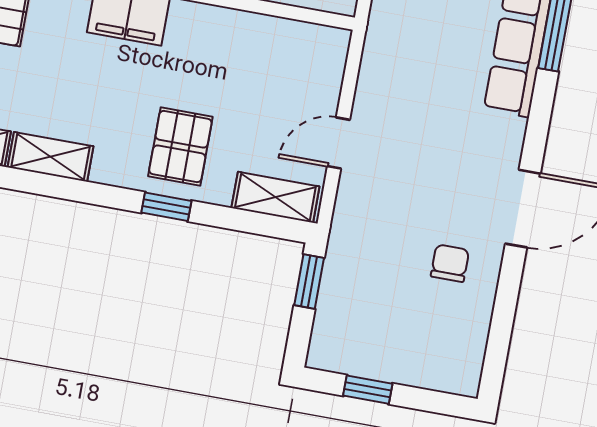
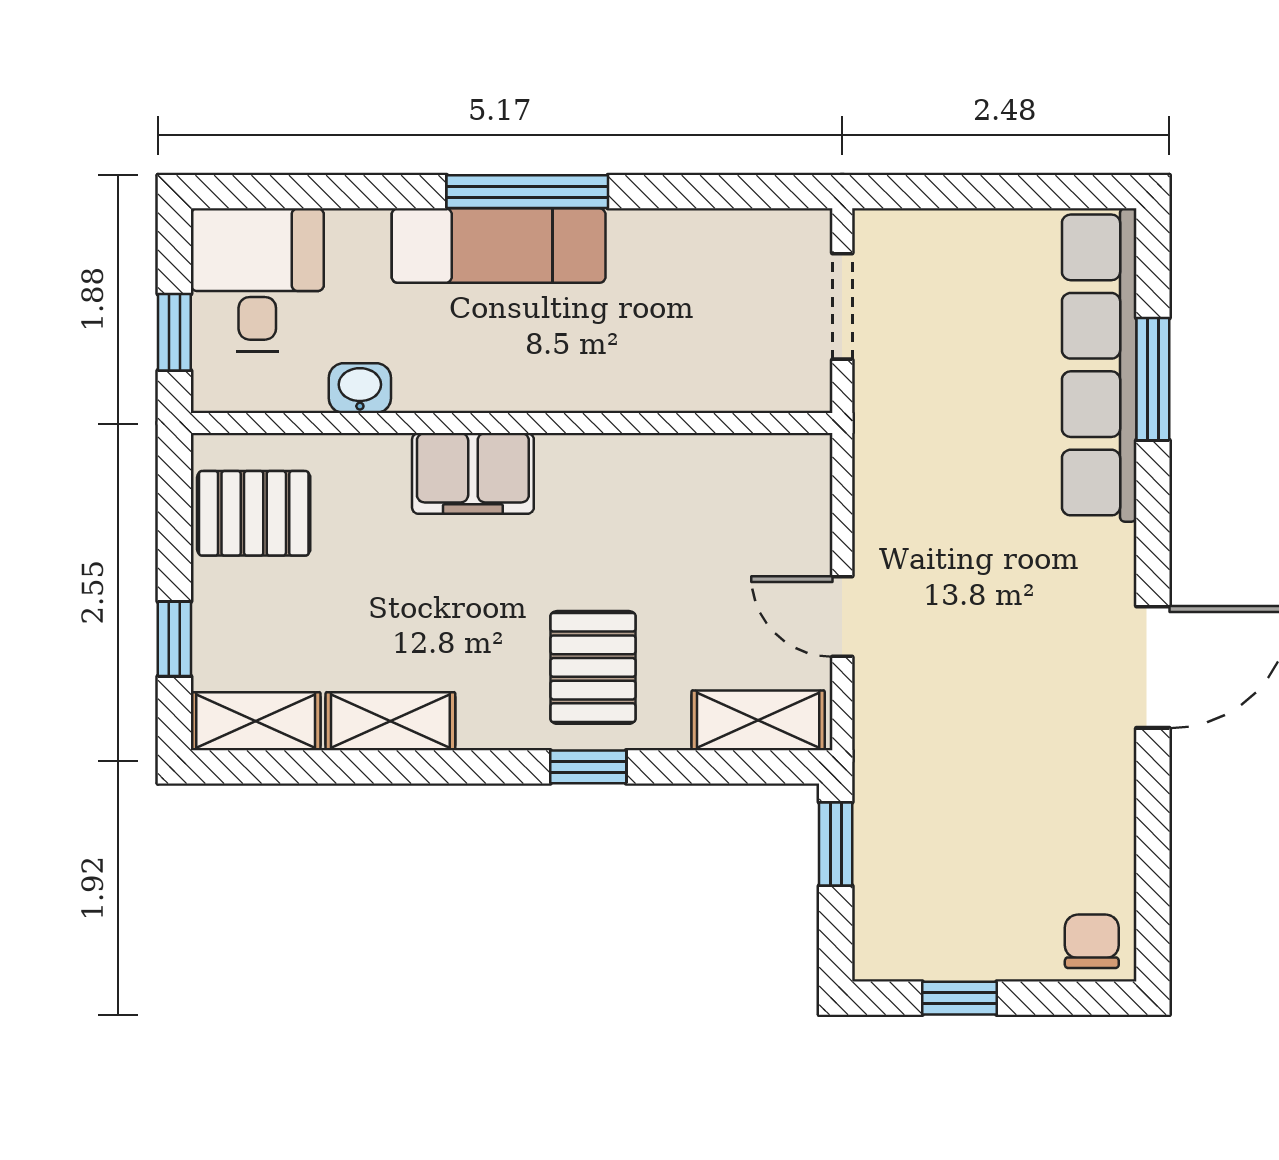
door: (338, 143) -> (842, 617), hinge flipped
chair: (450, 263) -> (1092, 941), moved

